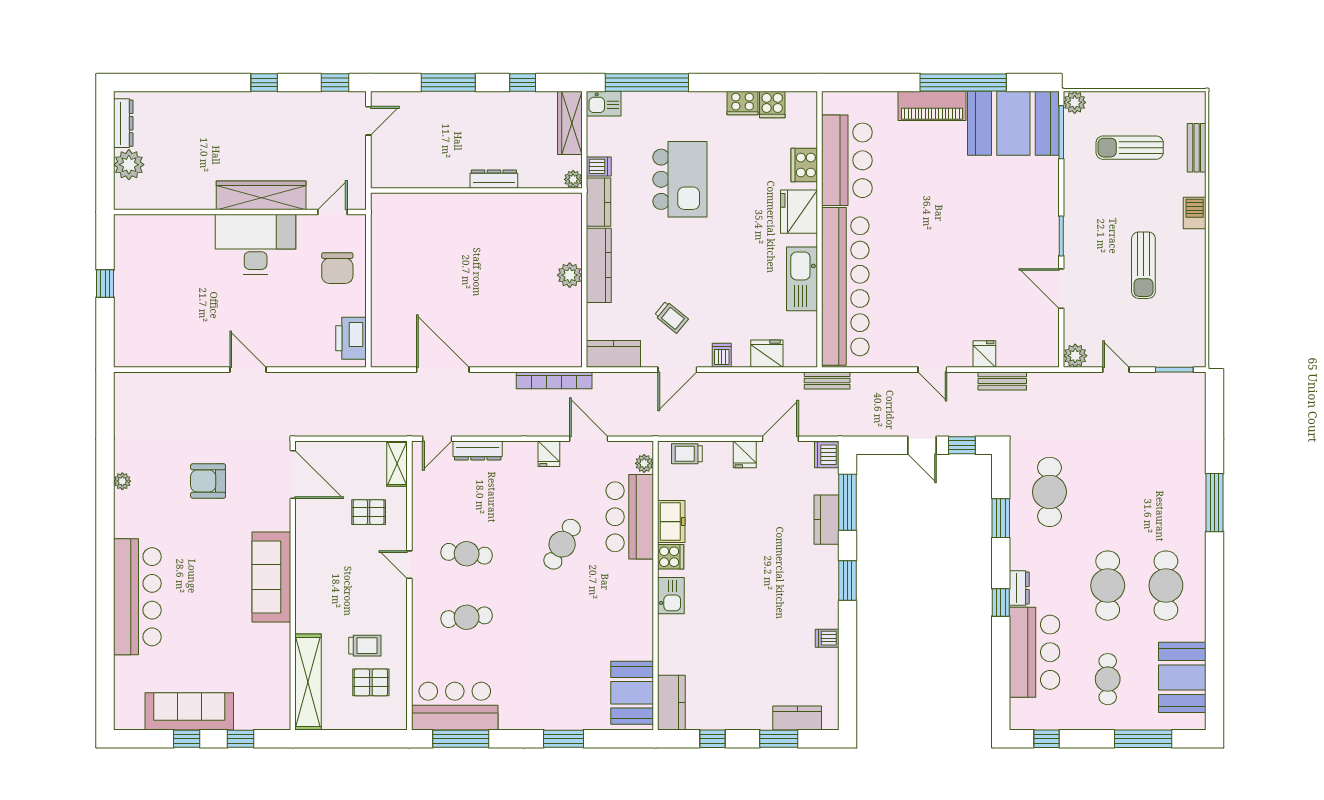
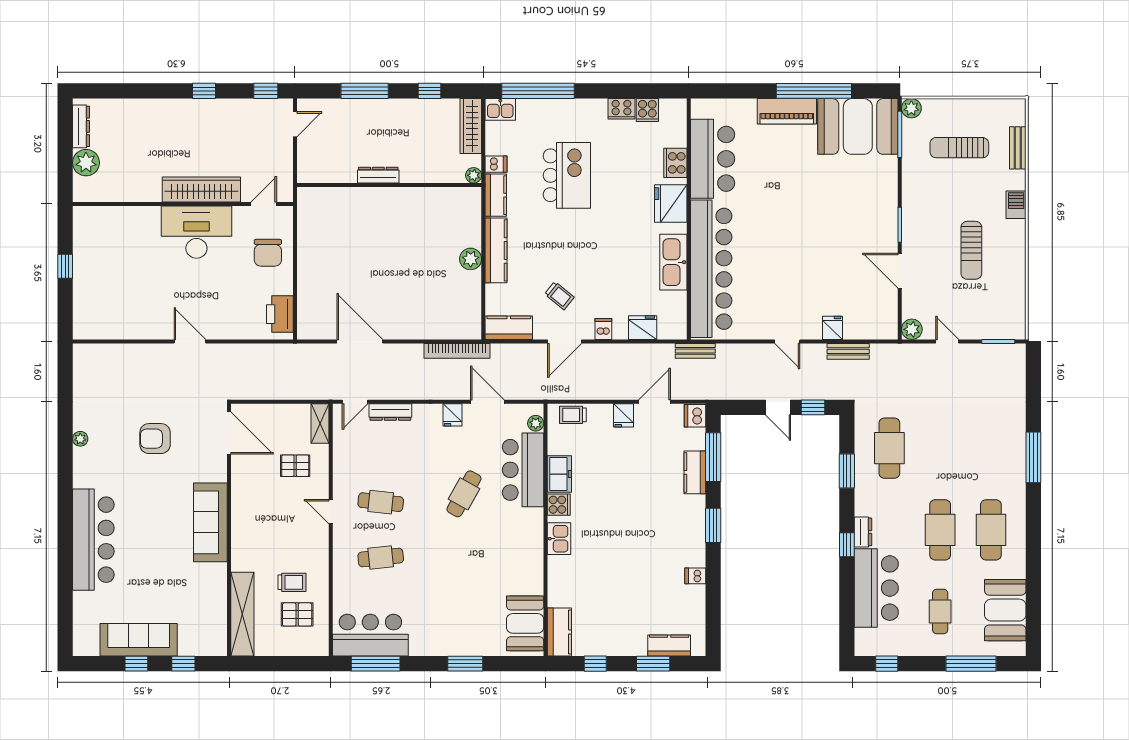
dresser: (494, 179) -> (378, 175), moved

